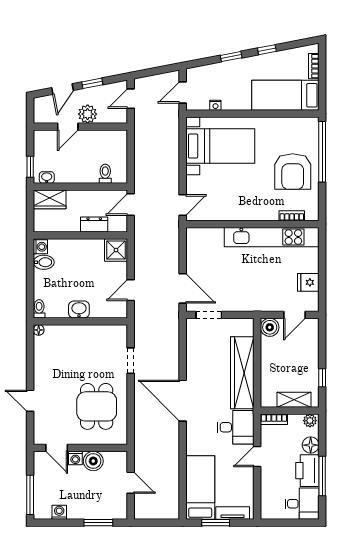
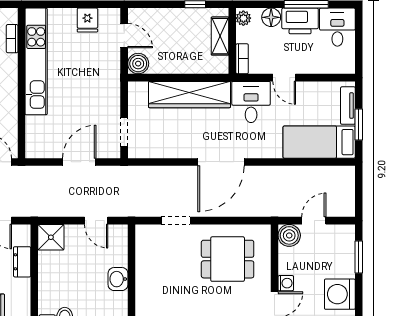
door: (183, 288) -> (79, 162), moved
boiler: (93, 461) -> (289, 235), moved
washing machine: (59, 512) -> (340, 294), width x1.89, depth x1.89

